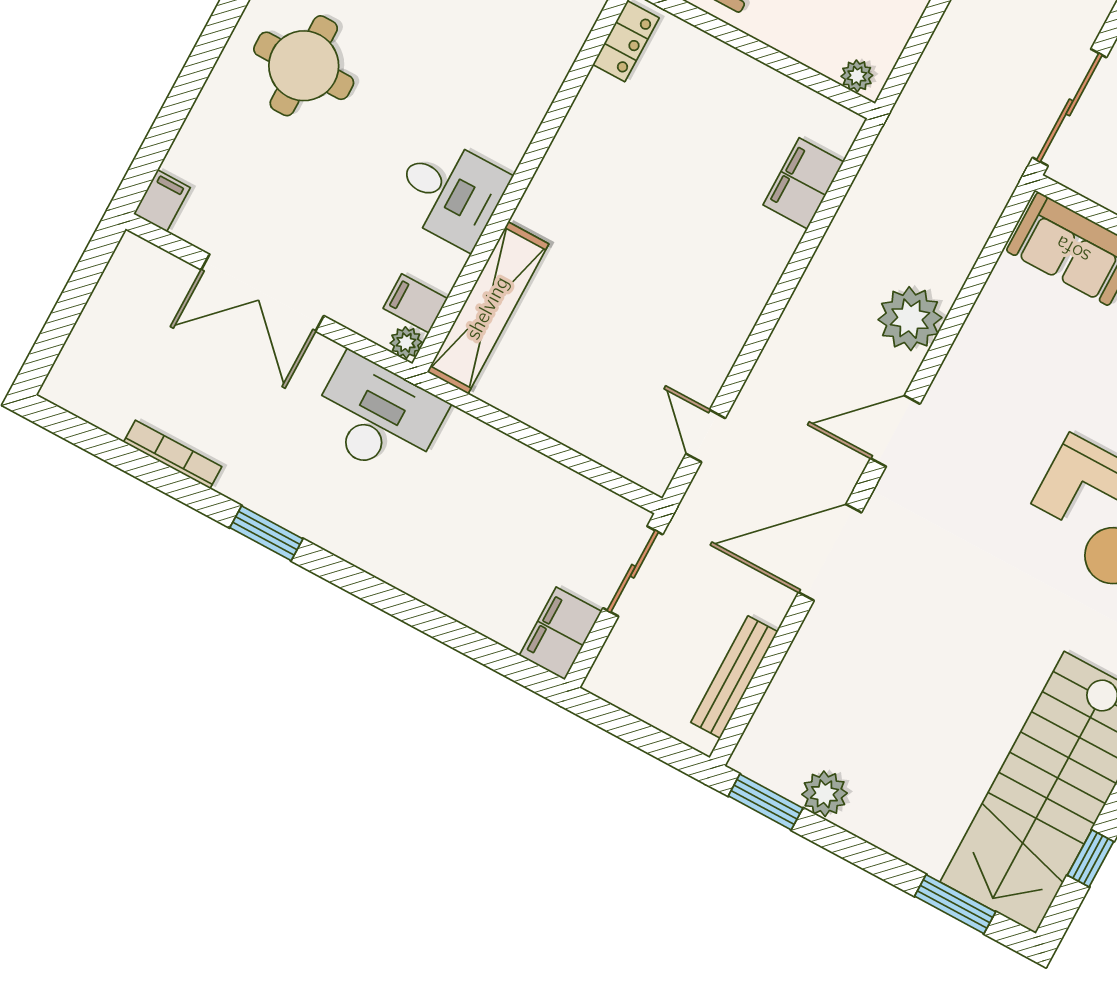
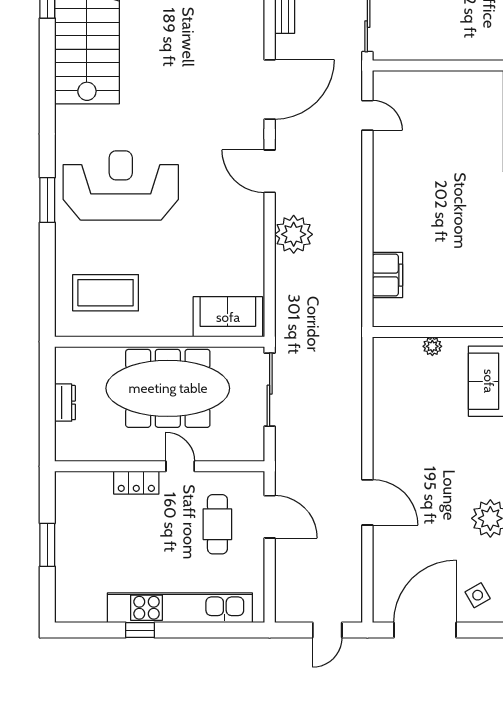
plant: (857, 76) -> (432, 346), moved
door: (895, 431) -> (270, 171), swing flipped

